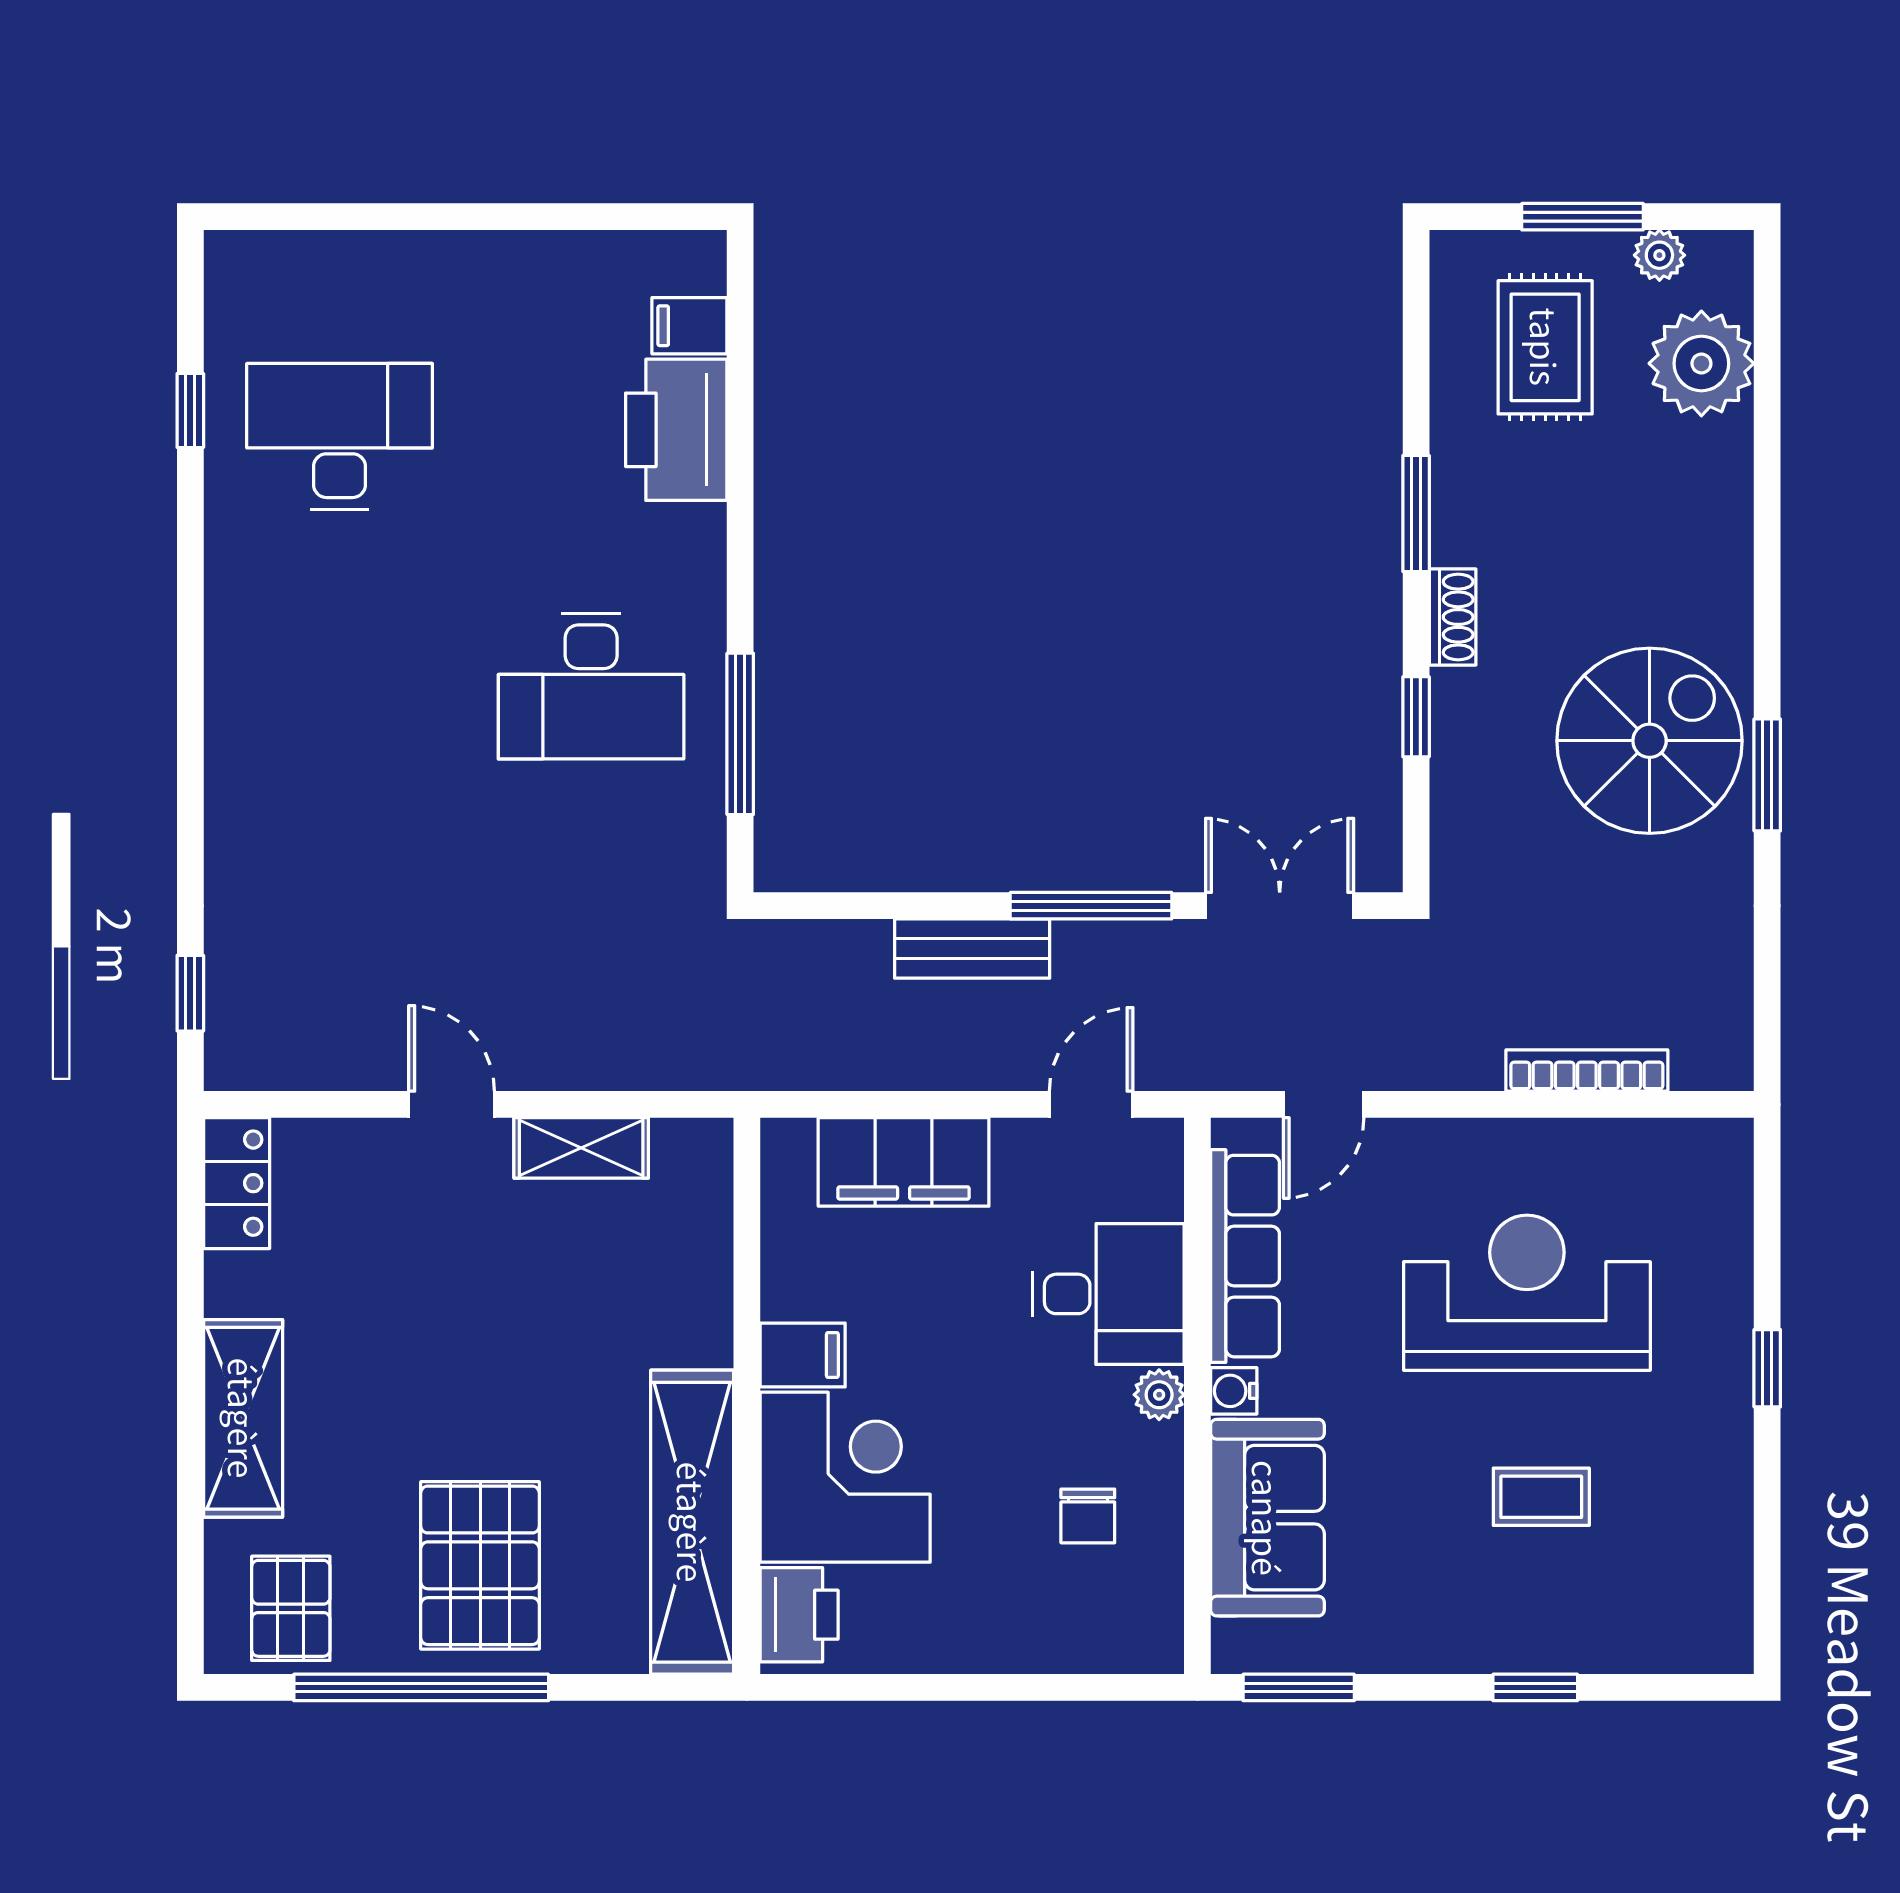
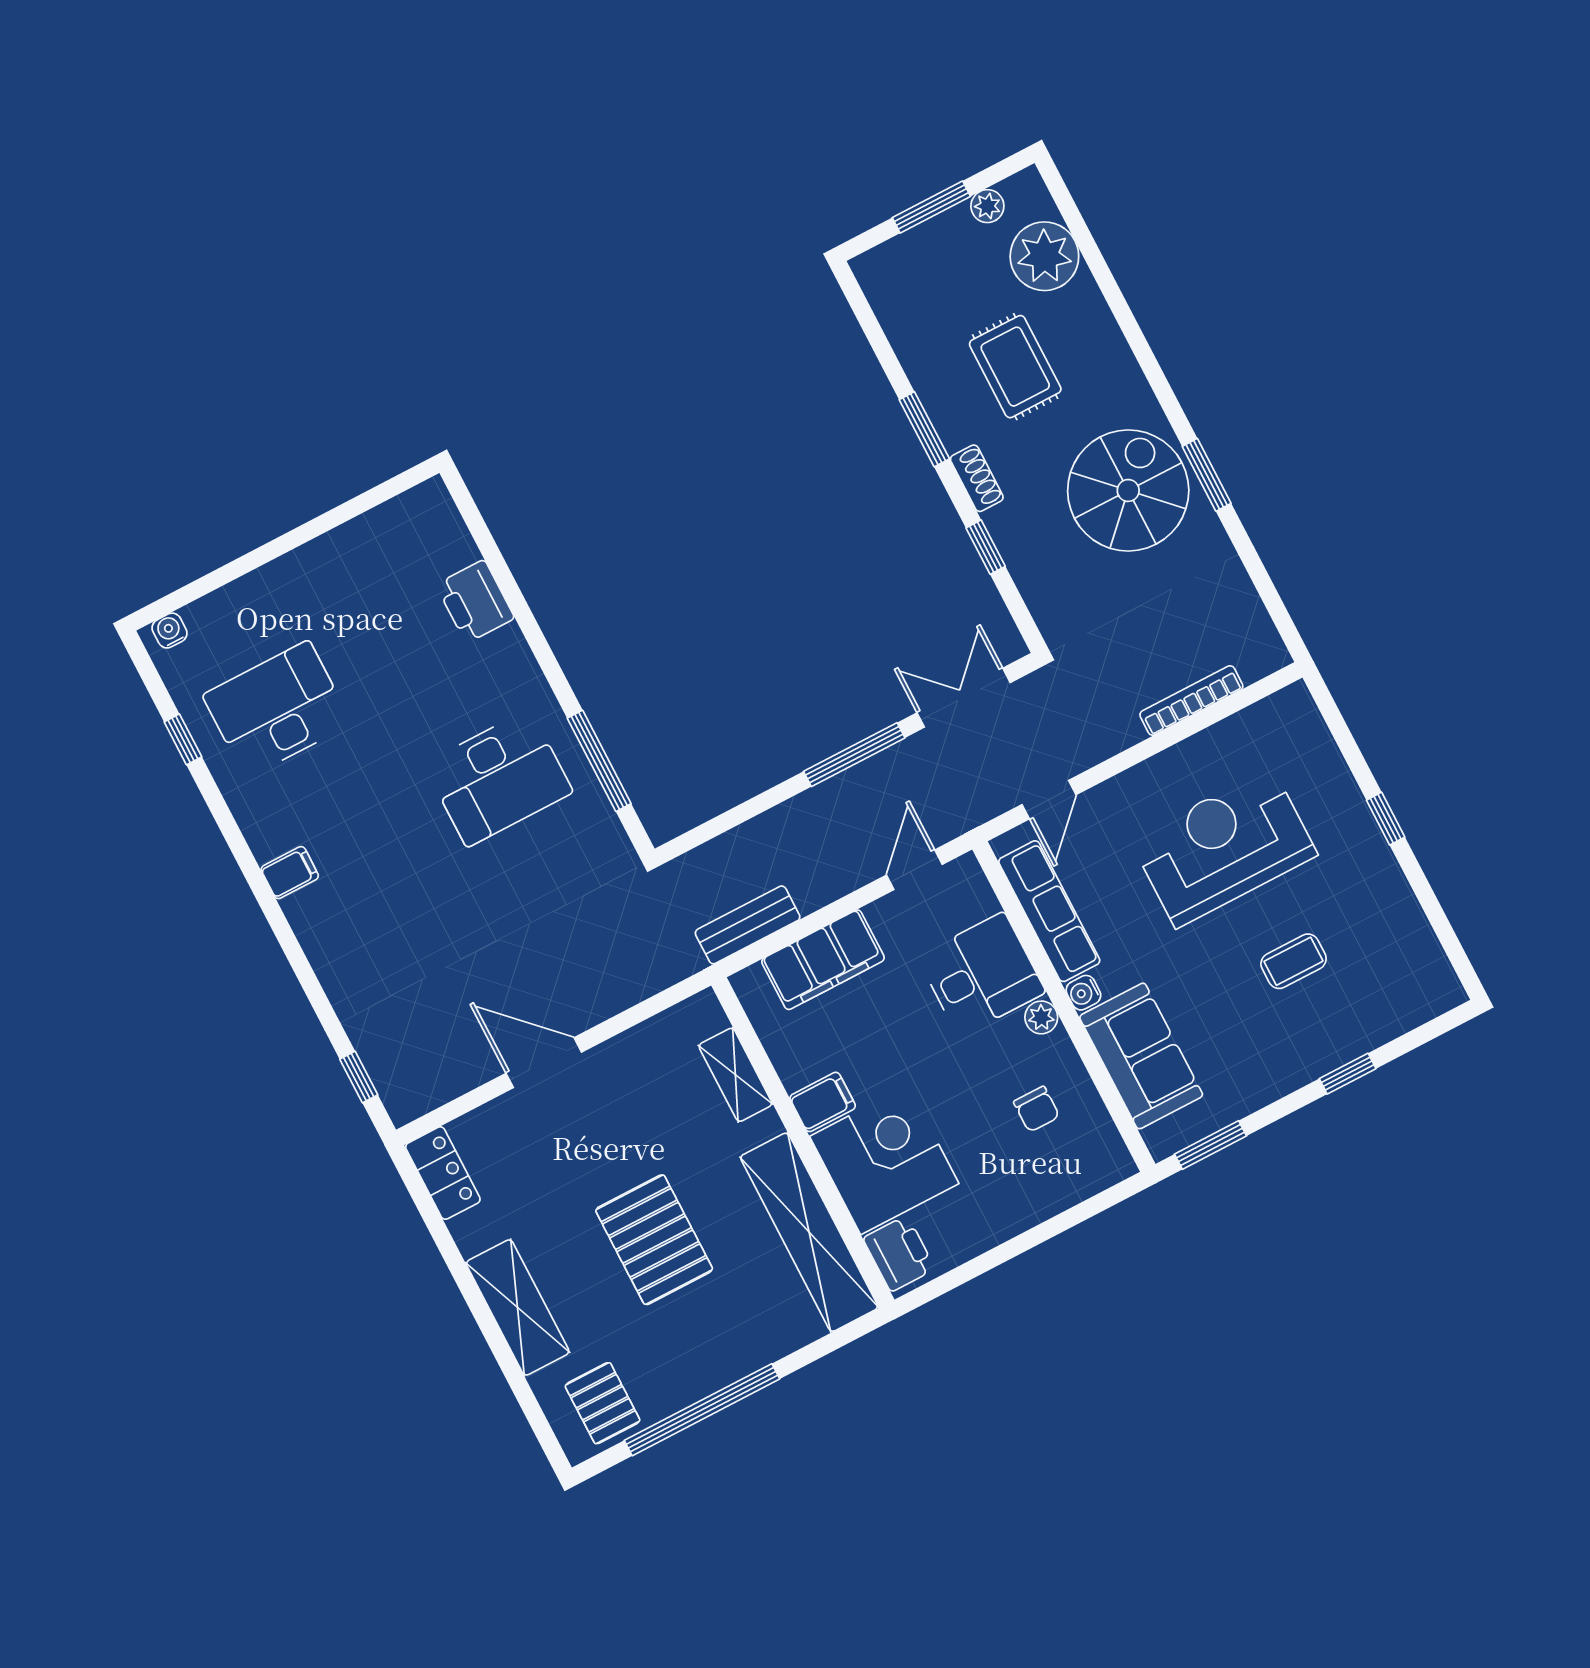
water cooler: (249, 253) -> (170, 631), added
filing cabinet: (689, 326) -> (290, 873), moved, turned 180
rug: (1545, 347) -> (1015, 367), moved
printer: (676, 430) -> (475, 601), width x0.73, depth x0.84
bench: (972, 949) -> (748, 925), moved
door: (452, 1104) -> (544, 1063), width x1.38
shelving: (581, 1148) -> (735, 1075), moved, turned 90
pallet: (480, 1565) -> (654, 1240), moved

